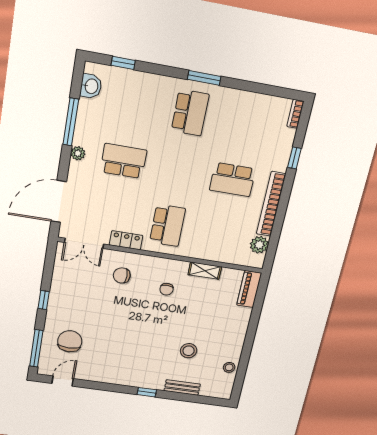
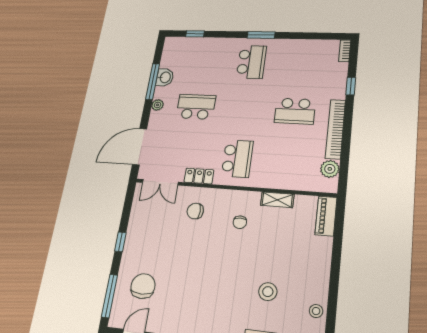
washbasin: (91, 86) -> (165, 77), moved

